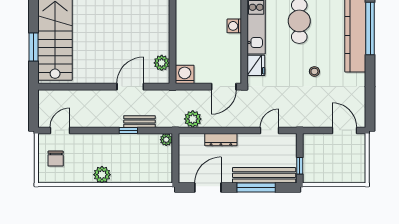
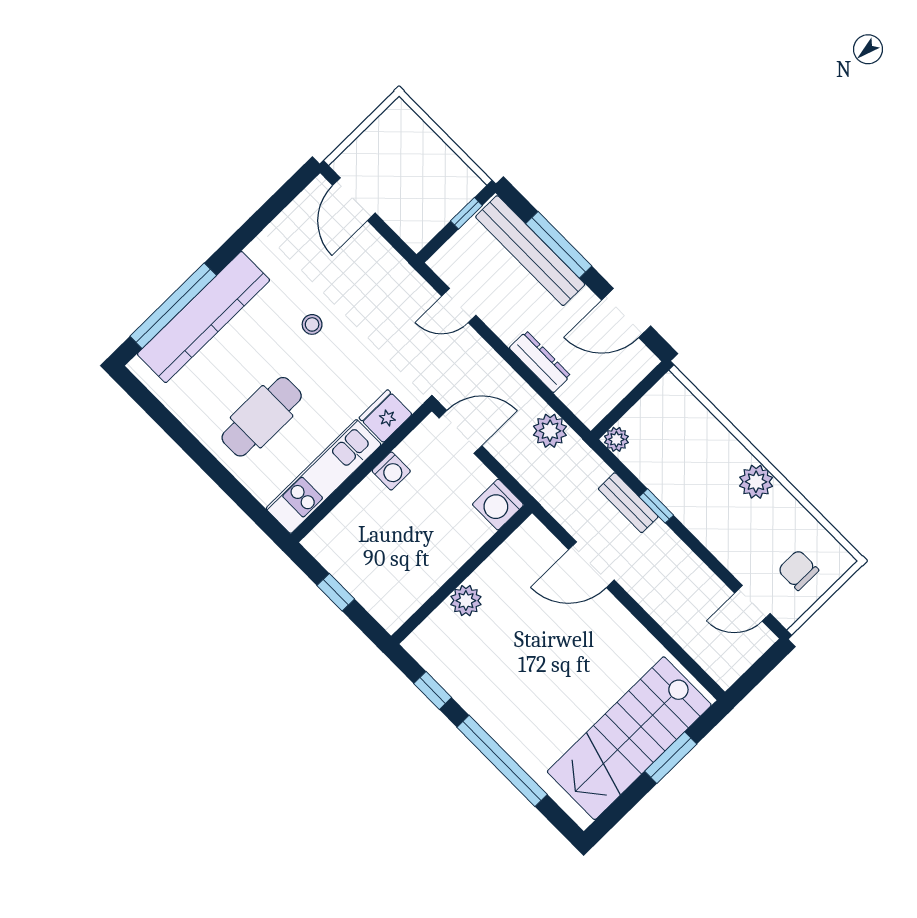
washing machine: (234, 26) -> (391, 471), moved
plant: (162, 63) -> (466, 601), moved
chair: (56, 159) -> (798, 570), turned -90

